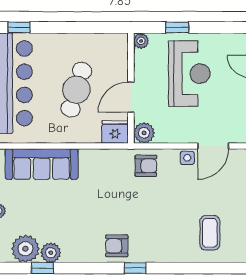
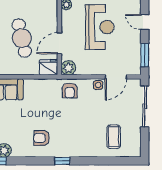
cafe table: (76, 90) -> (22, 38), turned -30
armchair: (146, 166) -> (70, 90), turned 90
armchair: (117, 246) -> (42, 138), moved

